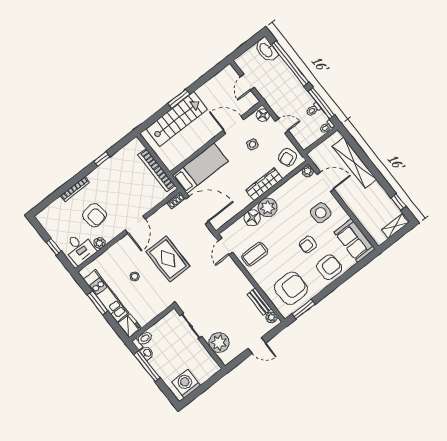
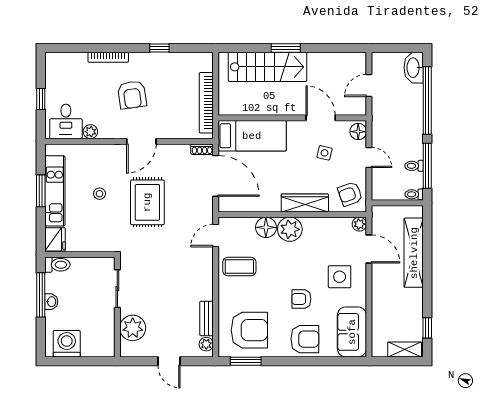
armchair: (94, 215) -> (132, 95), moved
washbasin: (147, 353) -> (51, 302), moved

